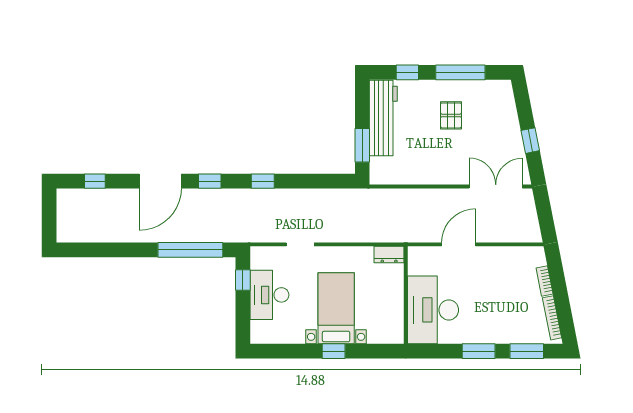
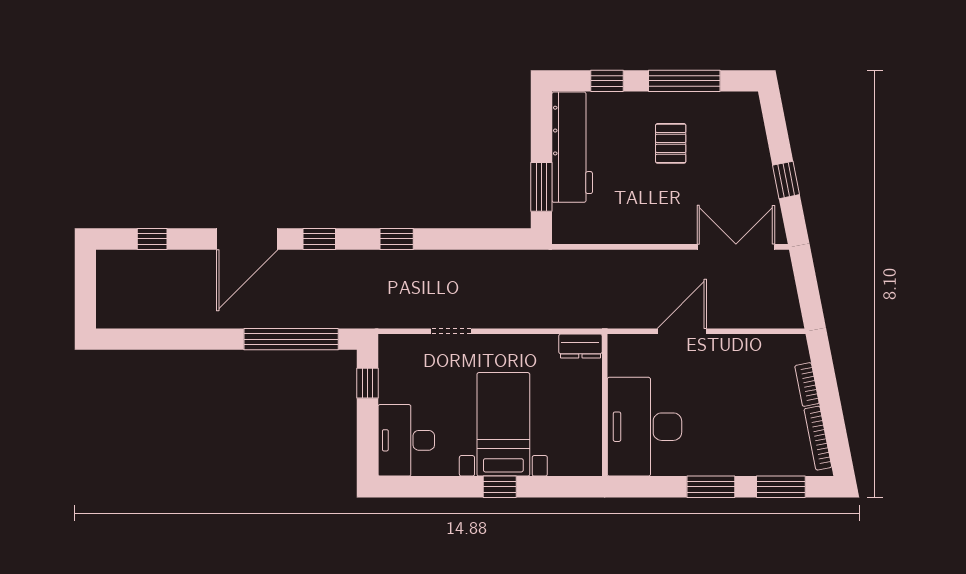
desk: (269, 295) -> (406, 440), moved

